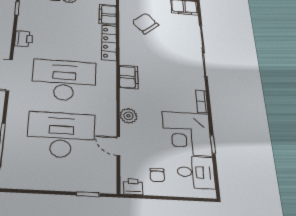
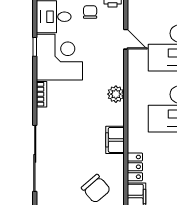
locker: (109, 43) -> (135, 167), width x0.66
filing cabinet: (129, 77) -> (115, 140), moved
plant: (129, 116) -> (116, 94), moved

